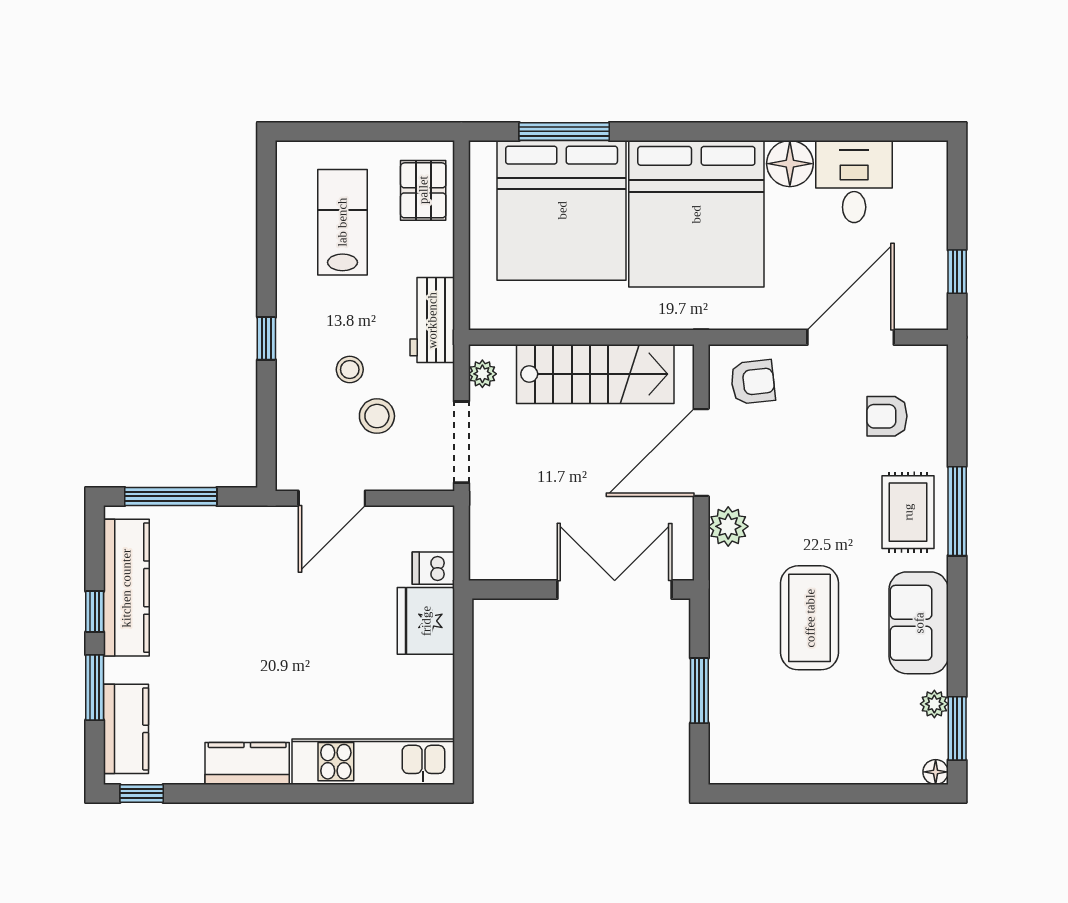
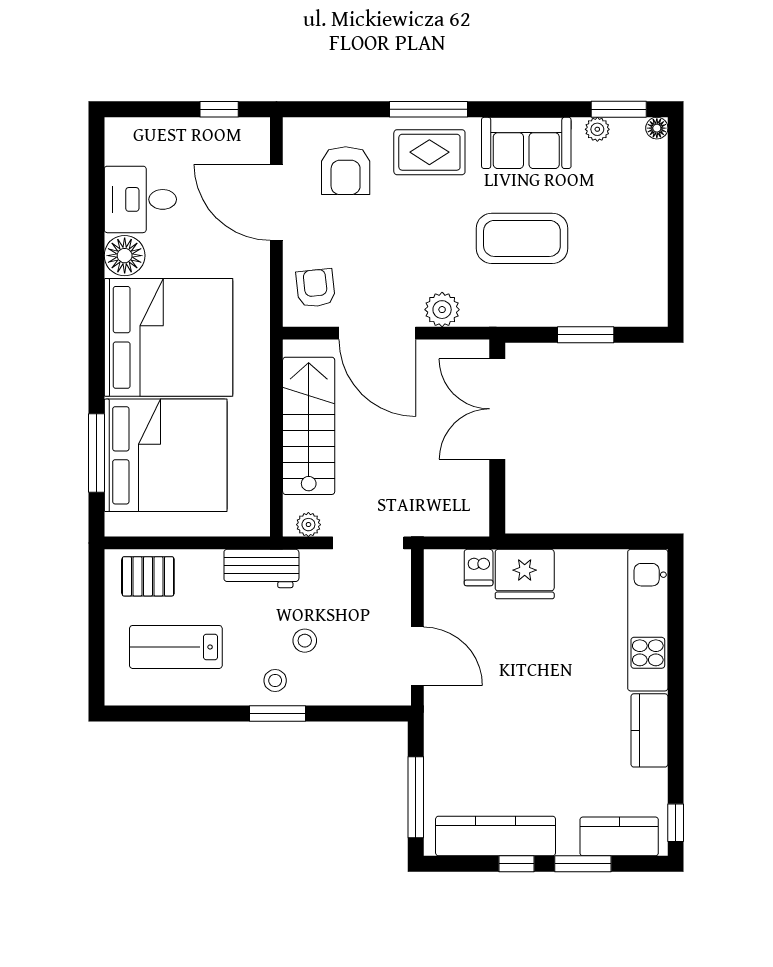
window: (266, 338) -> (278, 714), width x1.50
stool: (377, 416) -> (275, 681), moved, width x0.73, depth x0.73
armchair: (887, 416) -> (346, 171), width x1.38, depth x1.38

